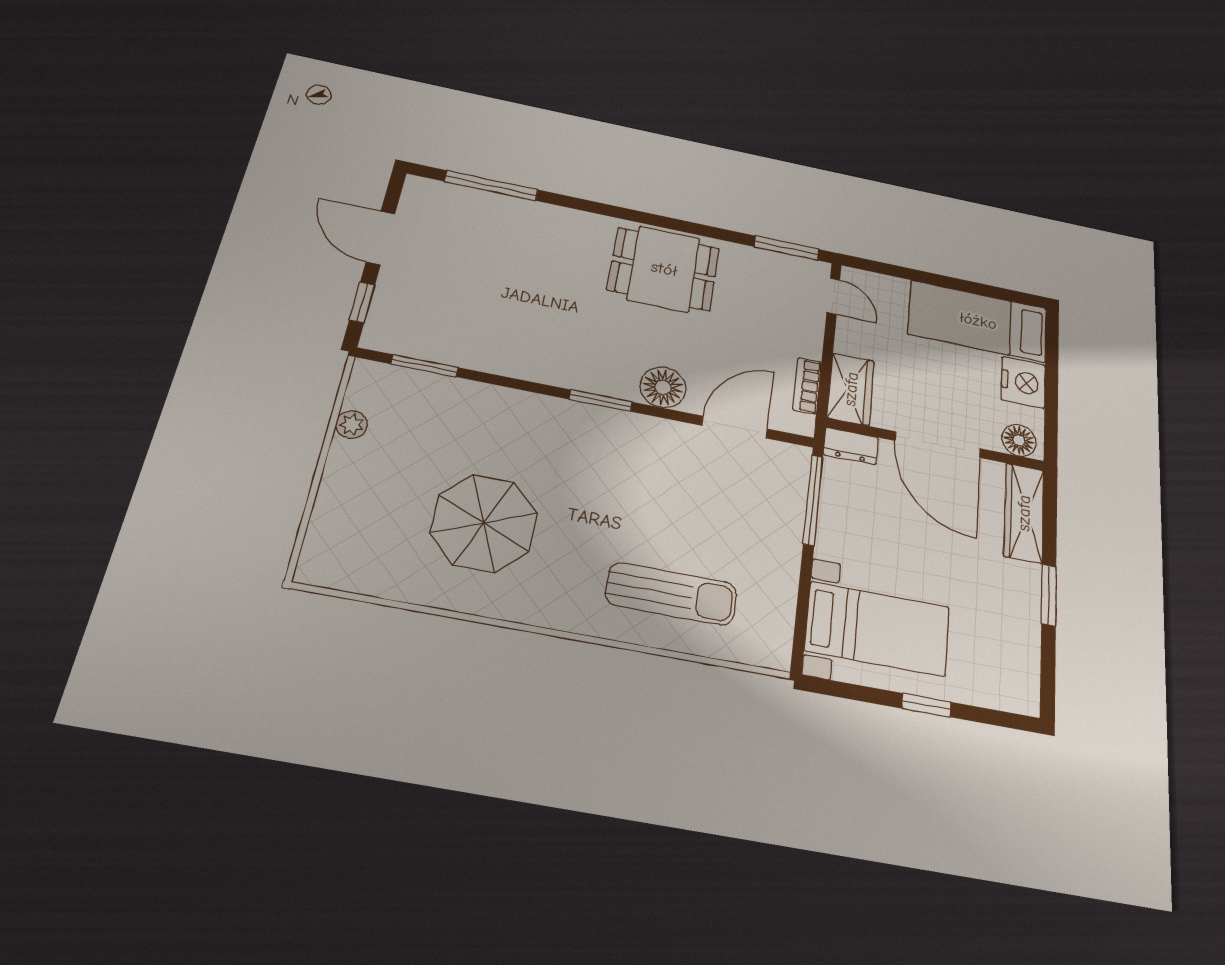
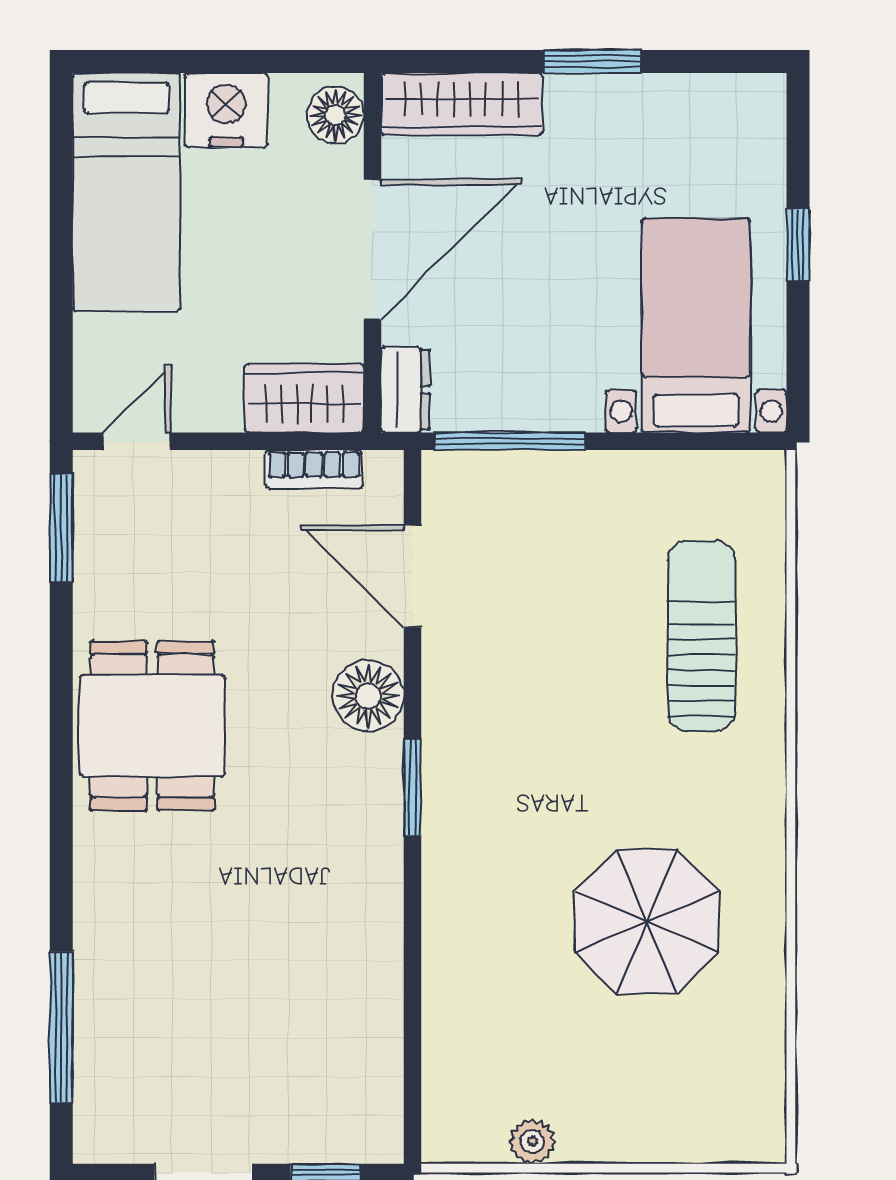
window: (425, 366) -> (413, 1060), removed

